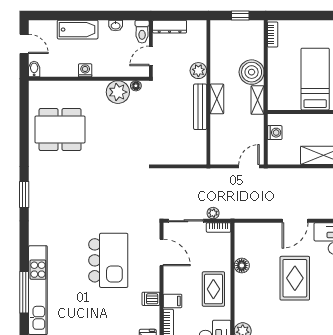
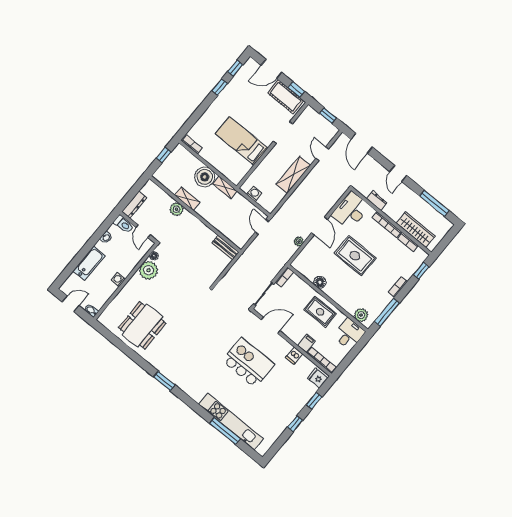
shelving: (217, 99) -> (187, 199), moved
bench: (200, 107) -> (225, 248), moved, width x0.73
plant: (213, 213) -> (299, 241), moved

